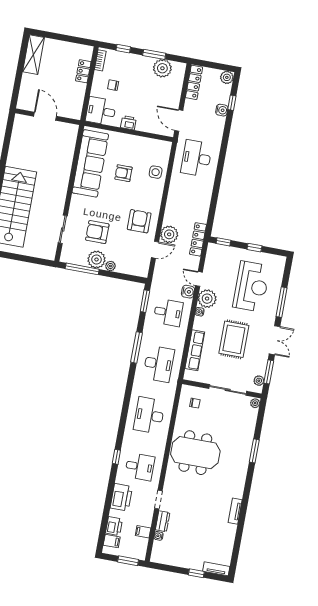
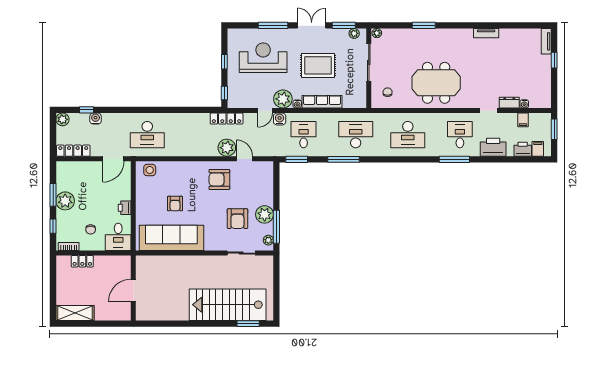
plant: (162, 68) -> (65, 201), moved
side table: (156, 172) -> (150, 170), moved
plant: (110, 266) -> (268, 240), moved
row of seats: (195, 350) -> (322, 102), moved
meeting table: (195, 453) -> (436, 83), turned 90
window: (116, 457) -> (454, 159), width x2.17

